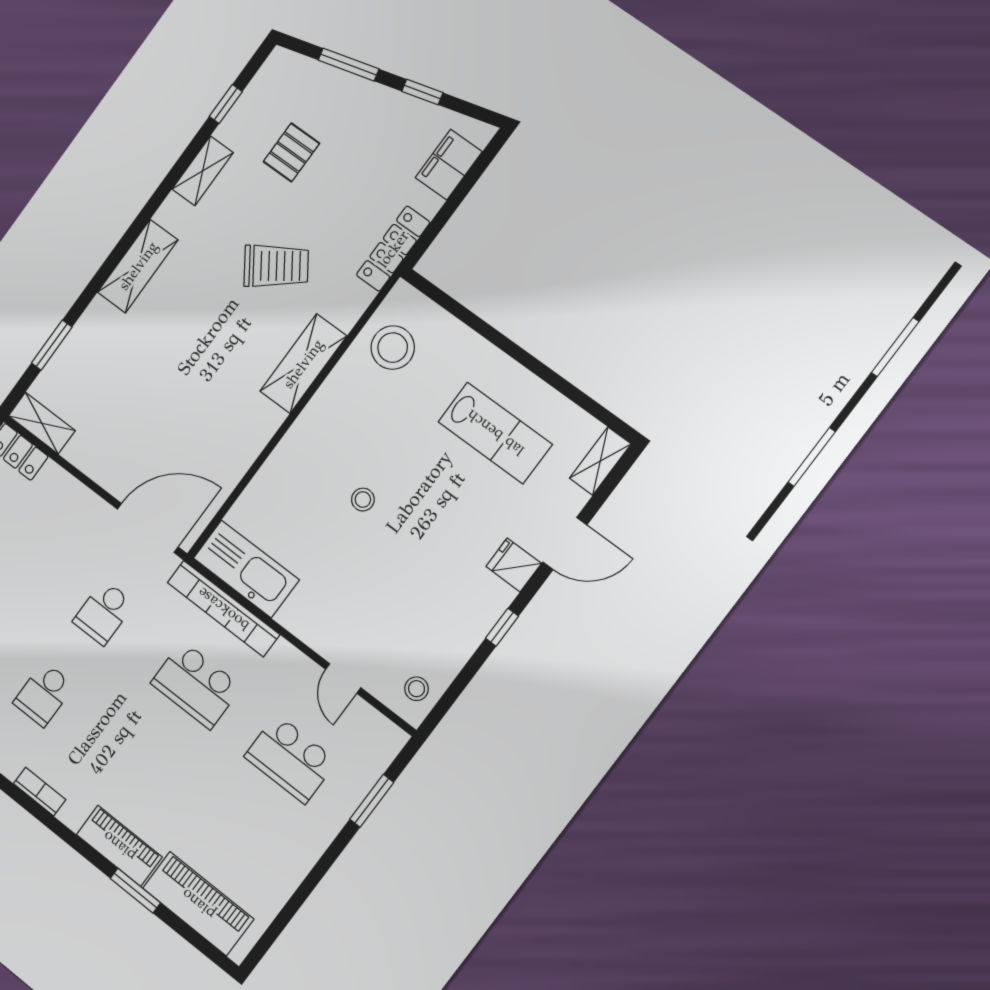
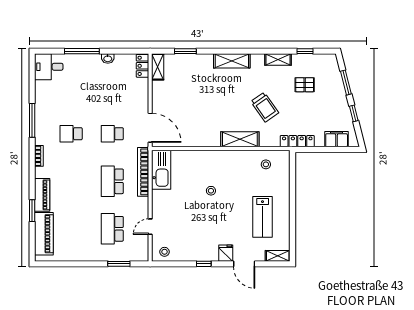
stool: (393, 348) -> (266, 164), width x0.53, depth x0.53

